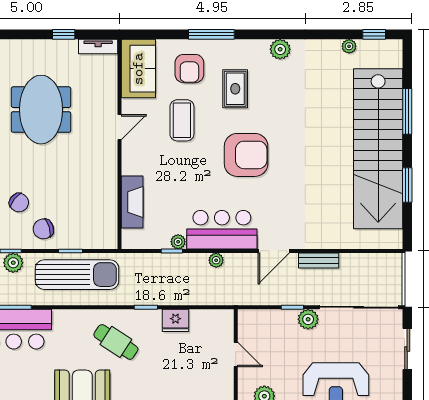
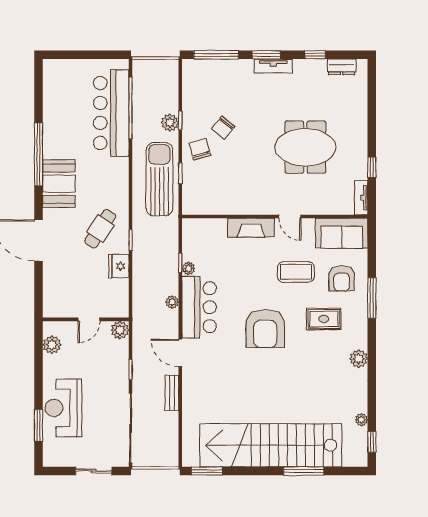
armchair: (189, 69) -> (342, 278), turned -90
window: (407, 185) -> (207, 471), moved
fireplace: (132, 202) -> (251, 228), moved
sun lounger: (77, 275) -> (159, 179), turned 180
plant: (308, 319) -> (120, 330), moved
cafe table: (116, 342) -> (100, 229), moved

